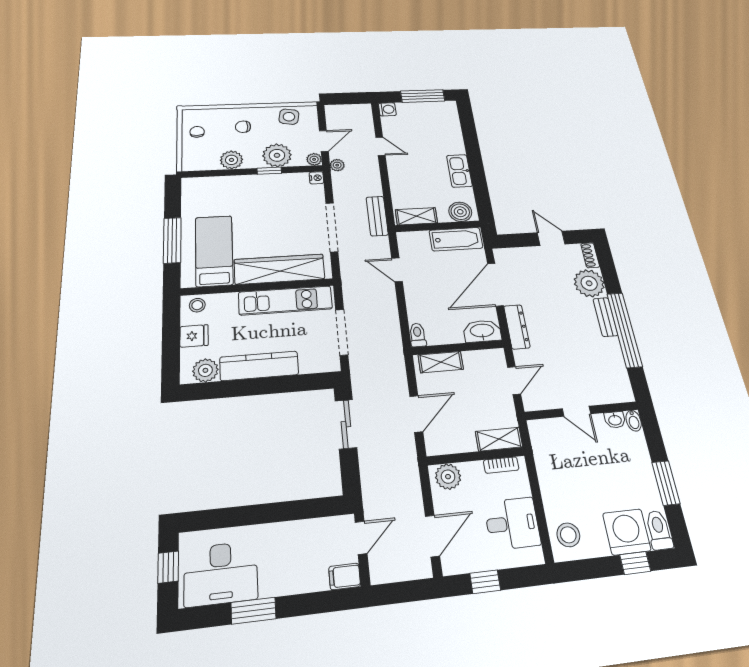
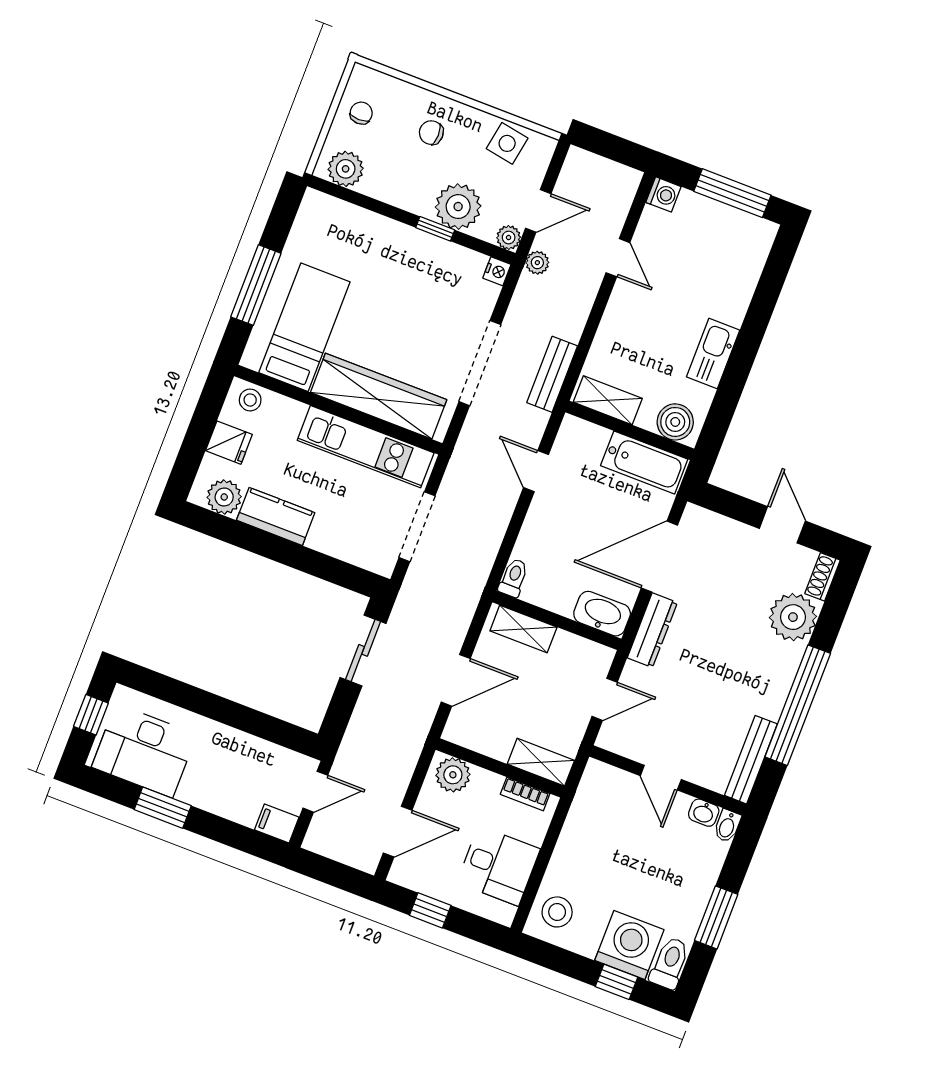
plant: (232, 160) -> (346, 169), moved
bench: (605, 317) -> (751, 760), moved, width x1.36
kitchen counter: (259, 366) -> (276, 516), width x0.67

